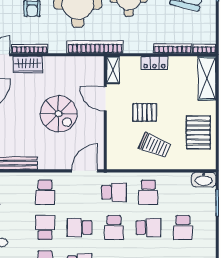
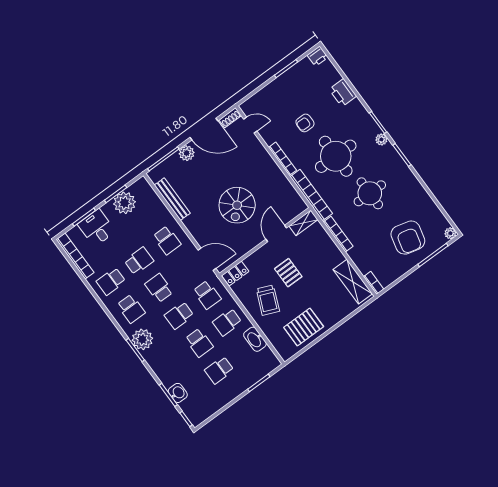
bookcase: (173, 48) -> (338, 234), moved
bookcase: (30, 49) -> (282, 159), moved
locker: (154, 63) -> (235, 273), moved, turned -90
wardrobe: (28, 65) -> (258, 152), removed
shelving: (207, 78) -> (353, 282), moved, turned 90
washbasin: (204, 180) -> (255, 339), moved
school desk: (45, 192) -> (167, 240), turned -90

